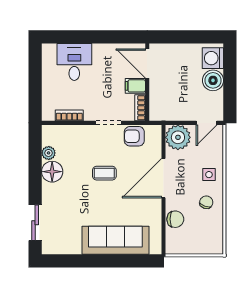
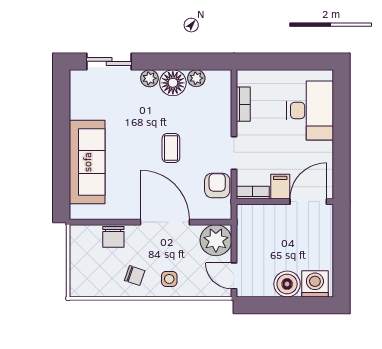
desk: (74, 62) -> (310, 110), width x1.37
plant: (49, 190) -> (149, 78), added

